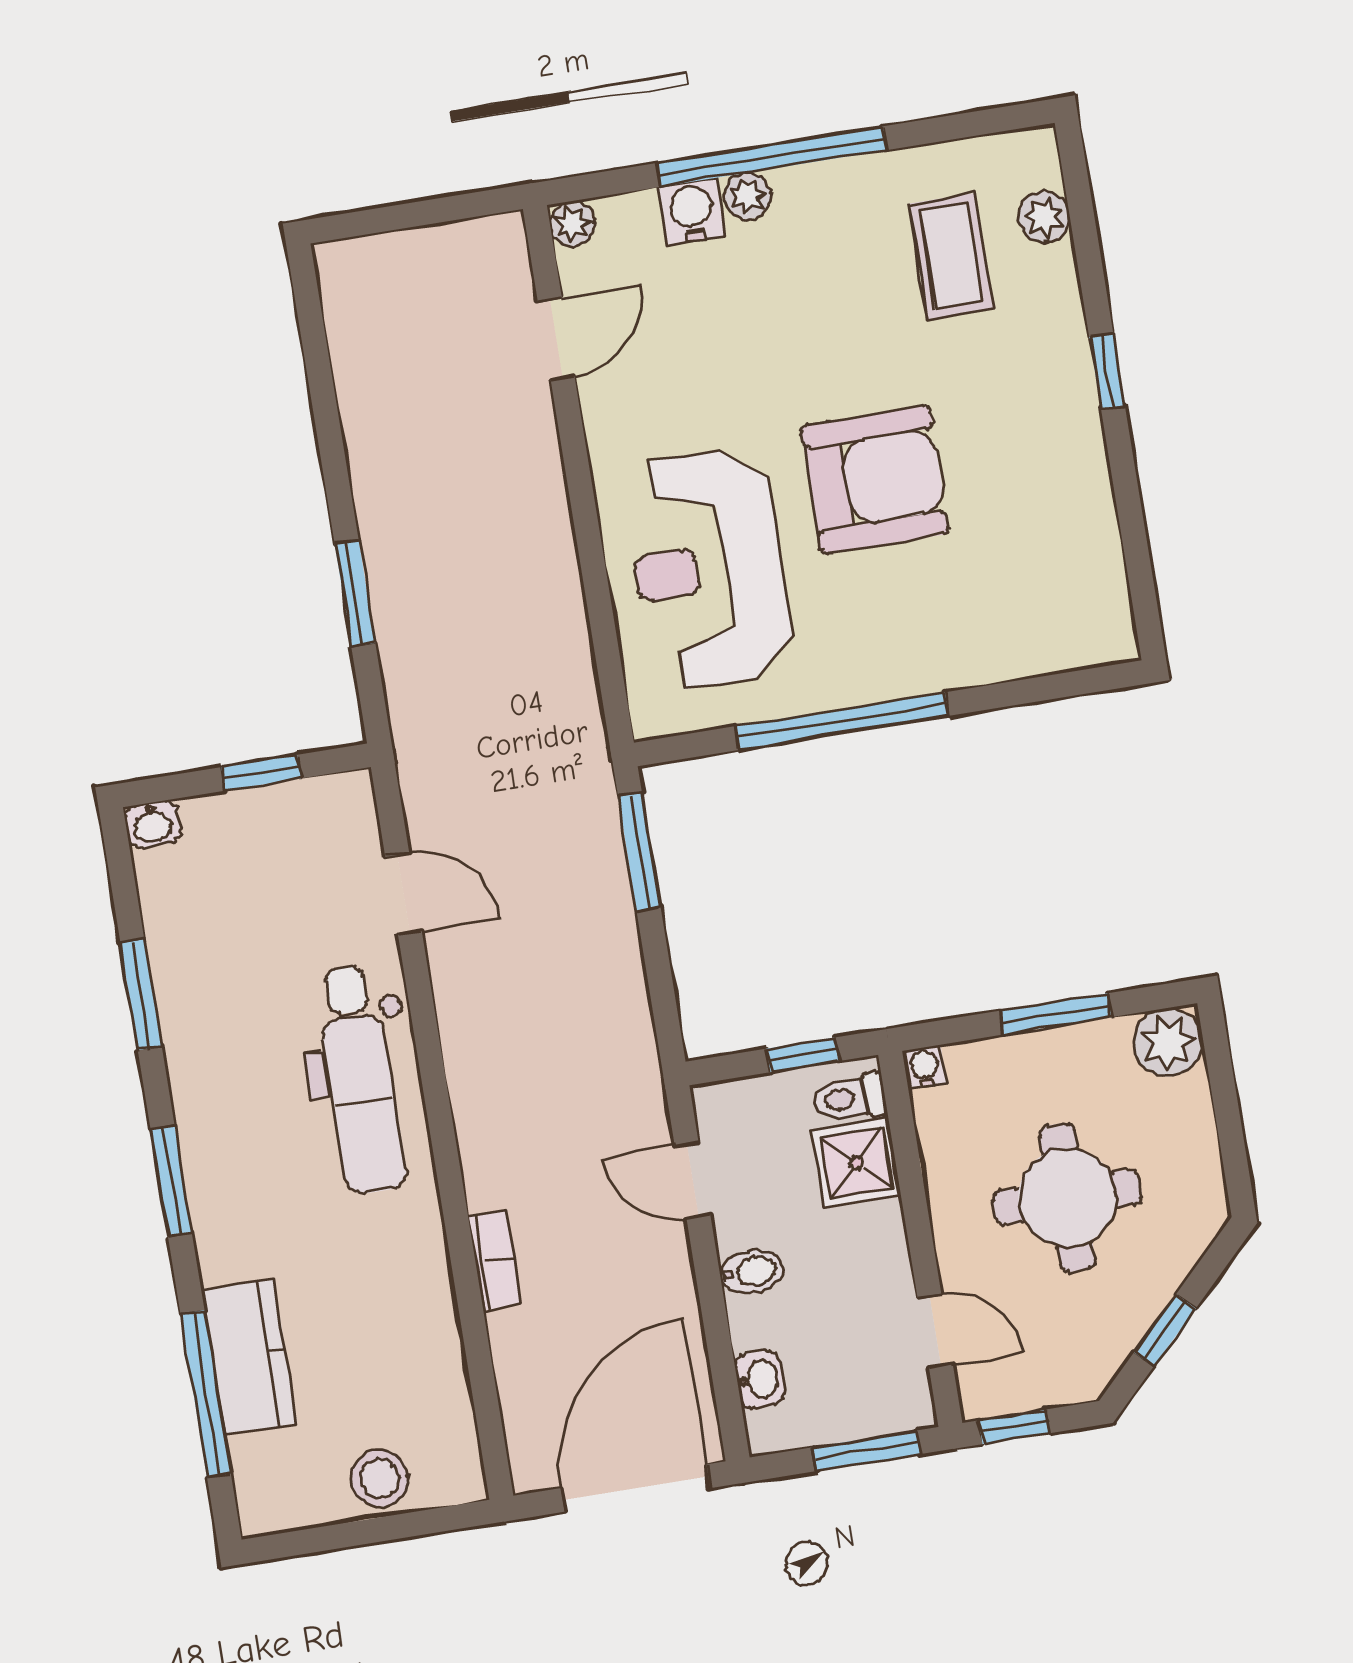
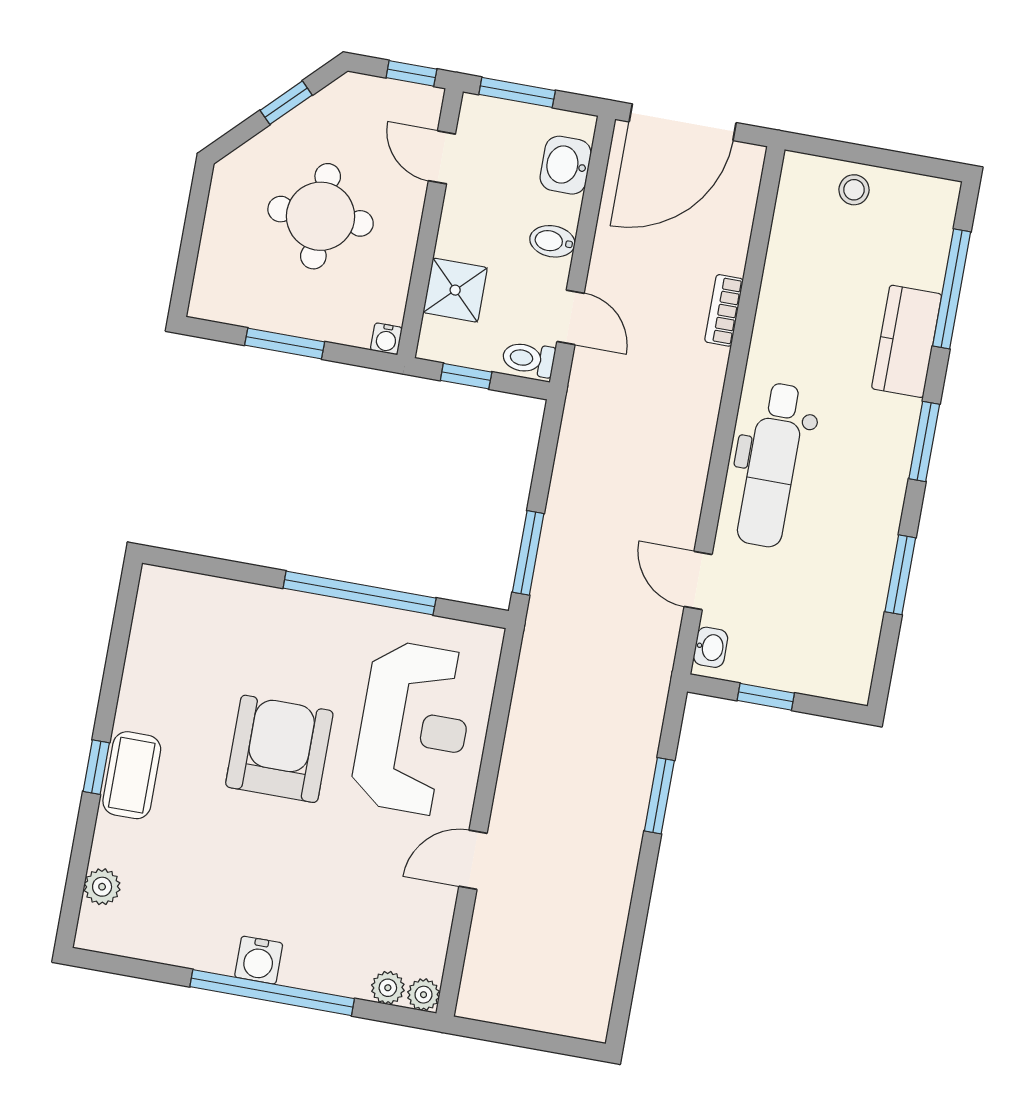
plant: (747, 196) -> (388, 988), moved
water cooler: (692, 211) -> (259, 960), moved
coffee table: (951, 256) -> (132, 775), moved
door: (556, 339) -> (473, 860), moved
armchair: (875, 480) -> (279, 749), turned 90
washbasin: (153, 824) -> (711, 647), moved, turned 90
plant: (1168, 1042) -> (215, 297), removed
dental chair: (360, 1080) -> (772, 465), turned 180
toilet: (849, 1098) -> (529, 359), moved, turned 180
kitchen counter: (249, 1357) -> (907, 341), moved
washbasin: (759, 1379) -> (566, 165), width x1.38, depth x1.45
stool: (380, 1479) -> (854, 190), width x0.73, depth x0.73

